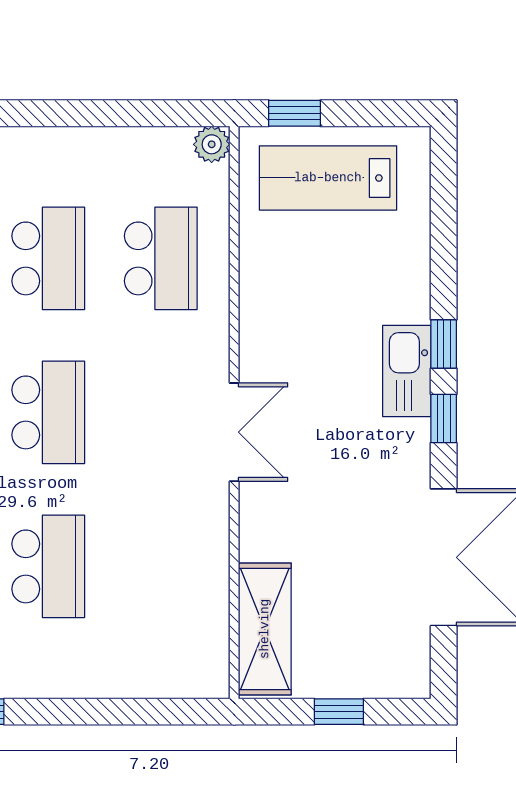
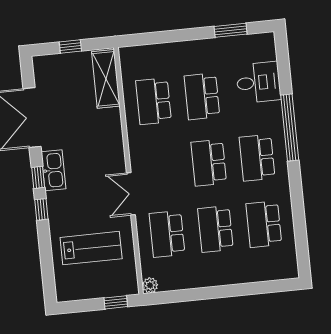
lab bench: (328, 178) -> (91, 248), moved
kitchen sink: (407, 371) -> (53, 170), moved
double door: (234, 432) -> (131, 194), moved
school desk: (161, 566) -> (154, 101), added

